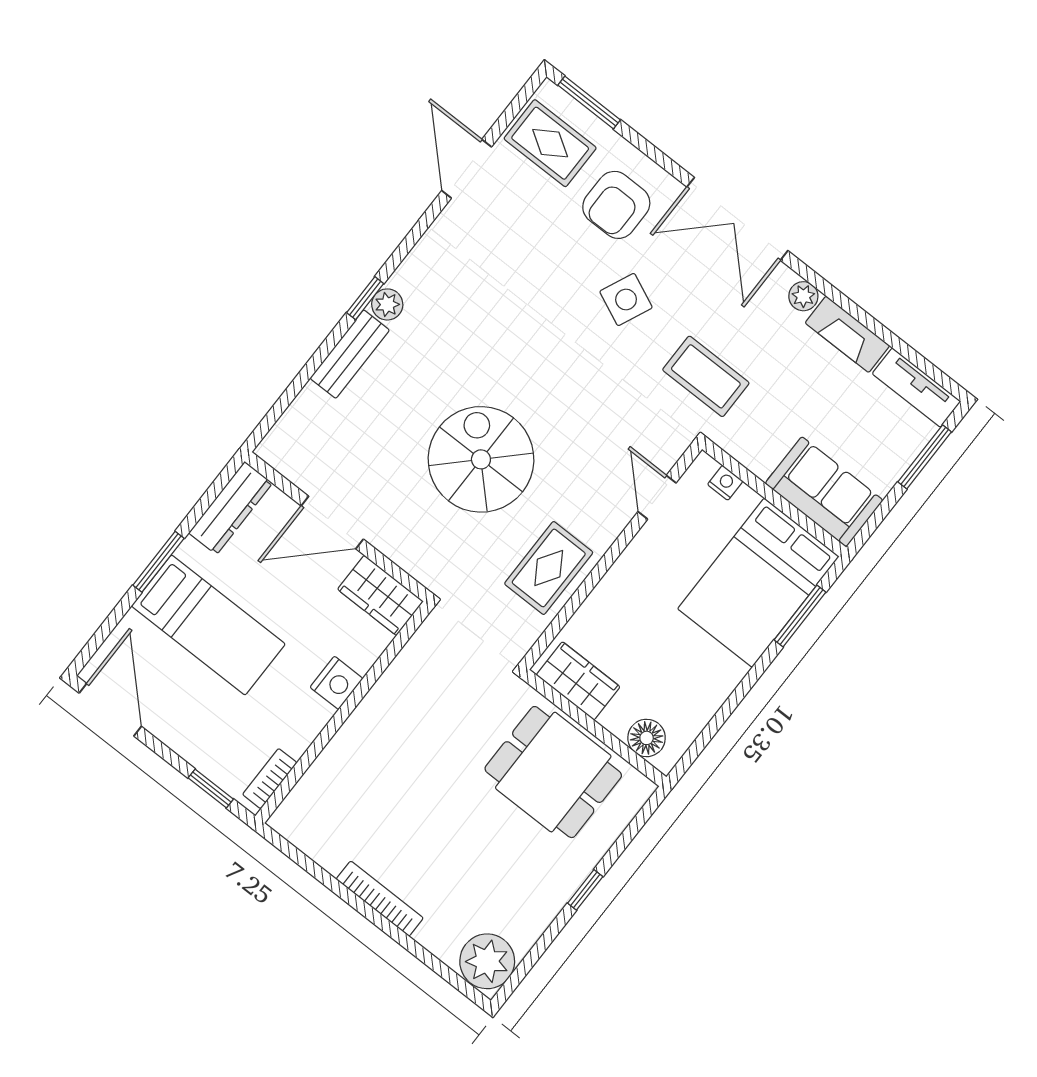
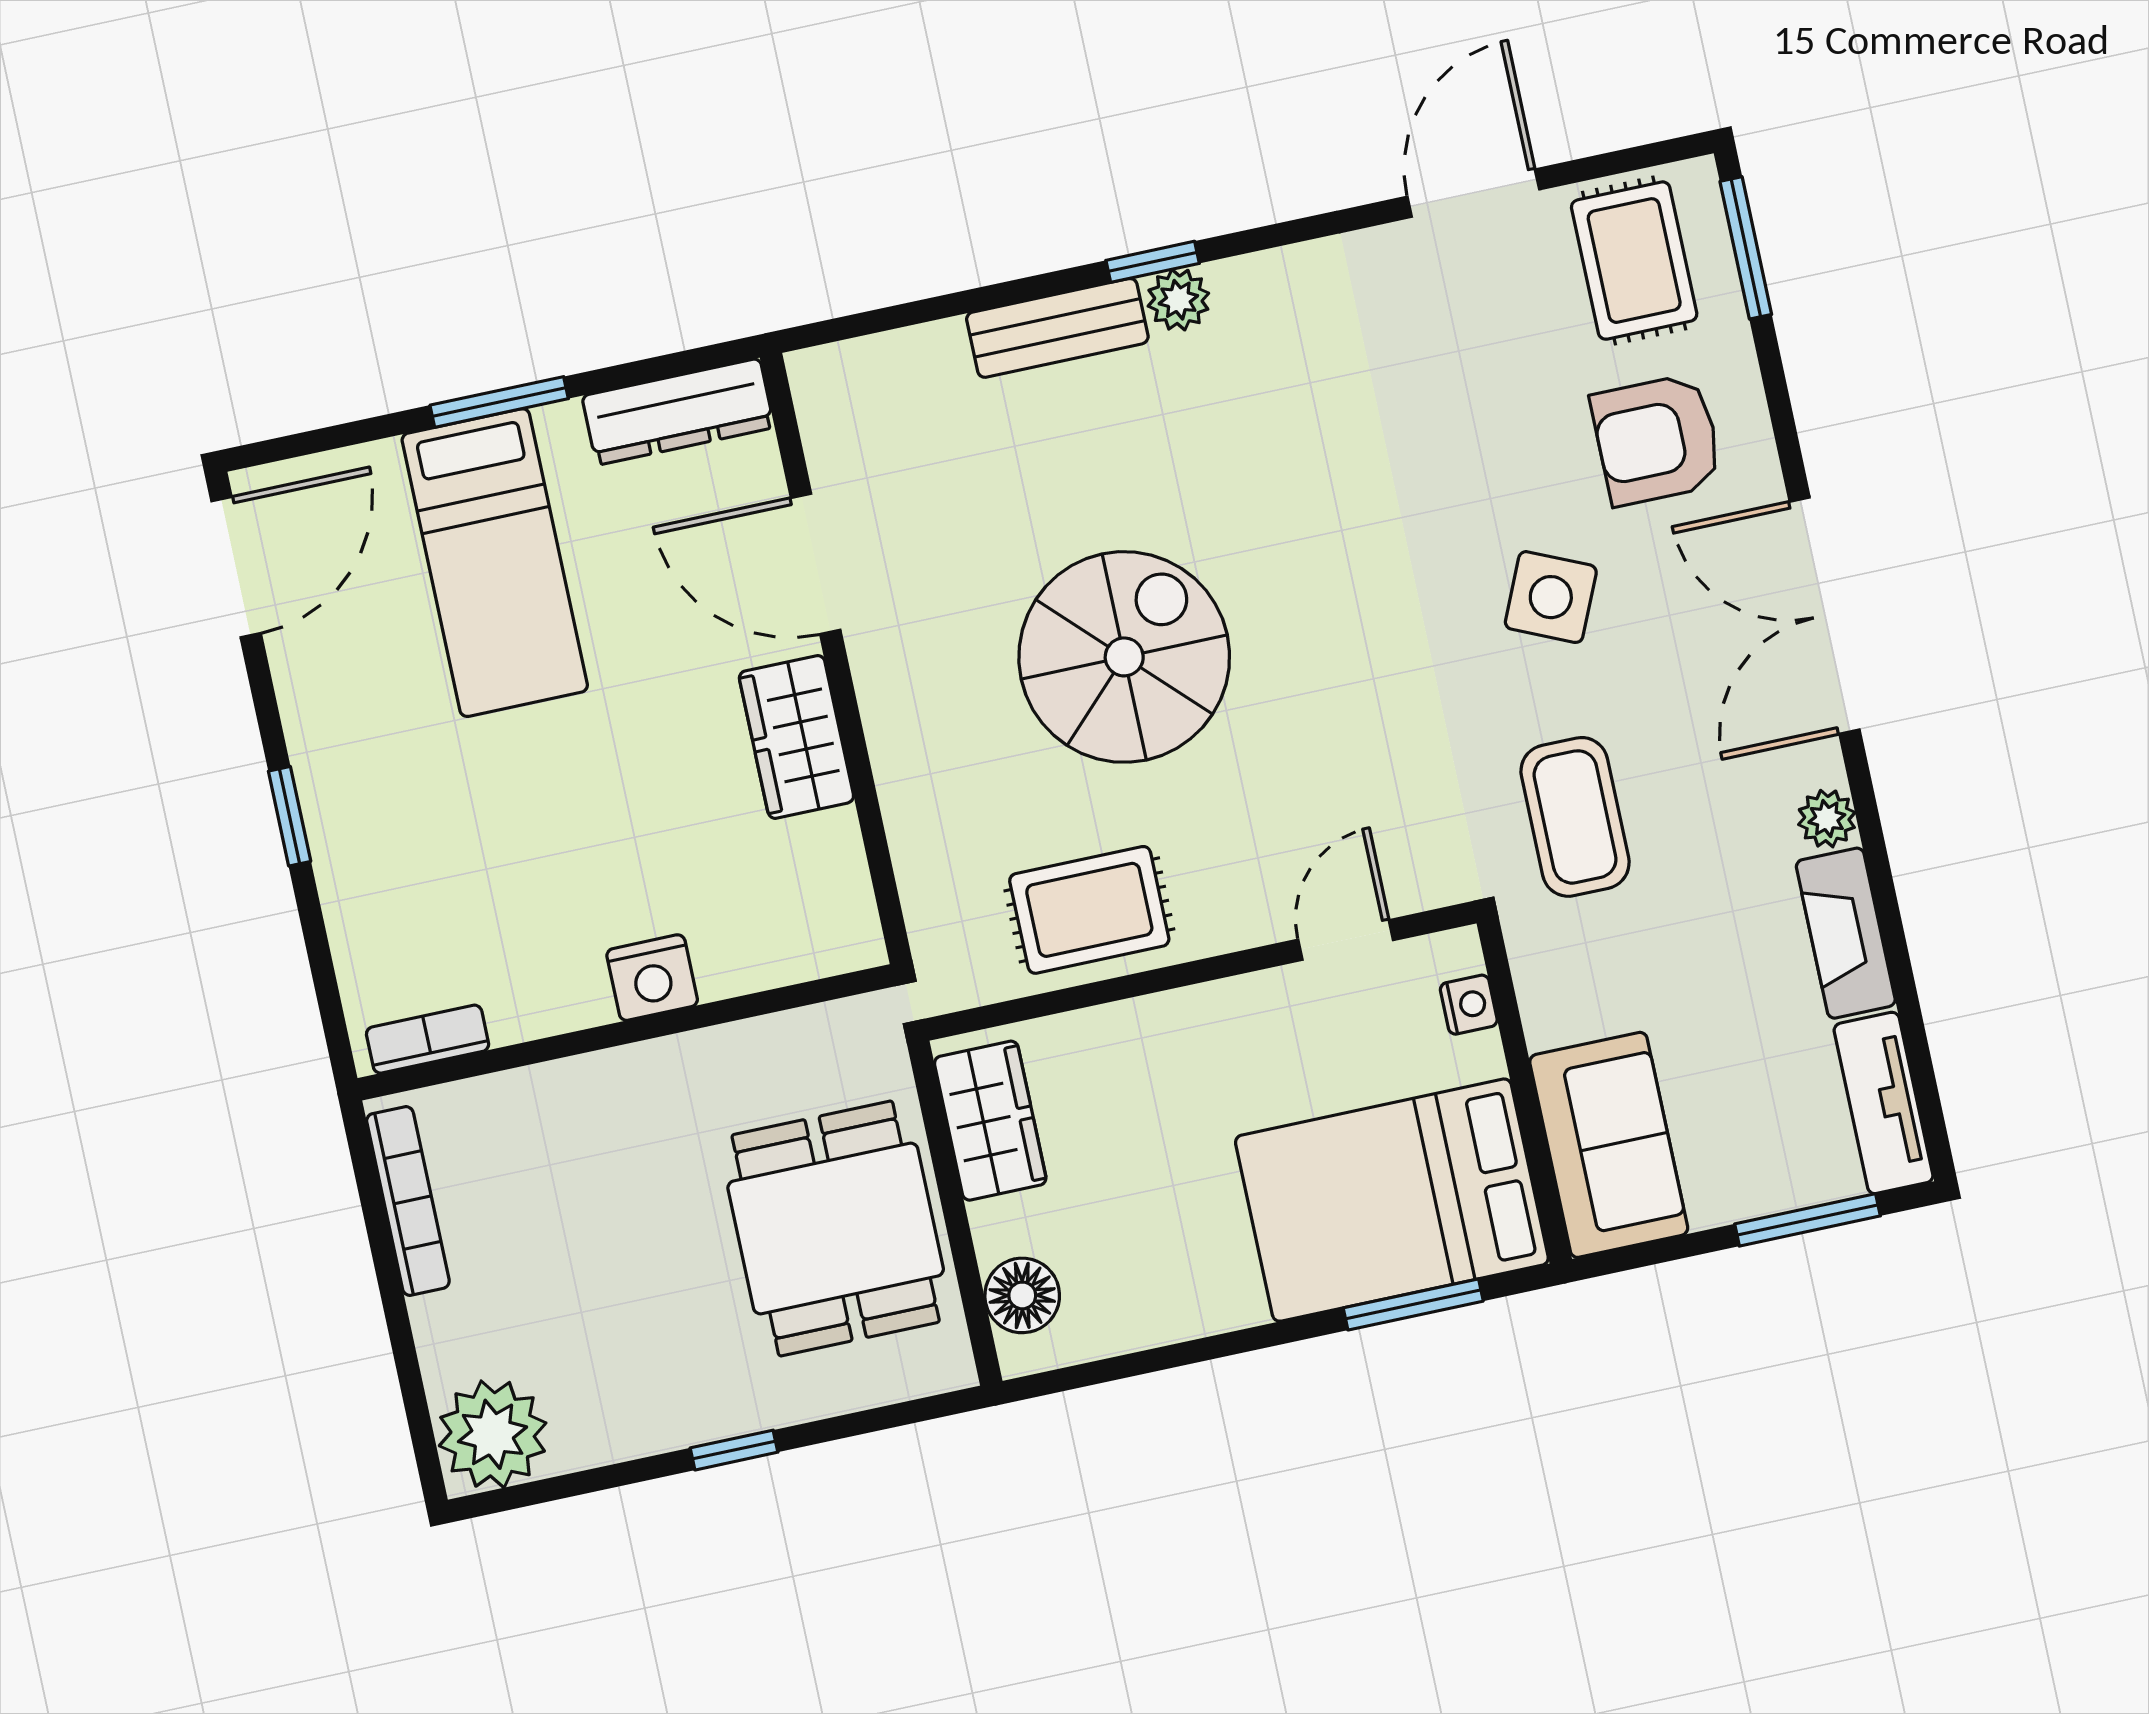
nightstand: (336, 683) -> (652, 978), moved
wall: (344, 712) -> (626, 1032), moved
bookcase: (270, 779) -> (428, 1039), moved

